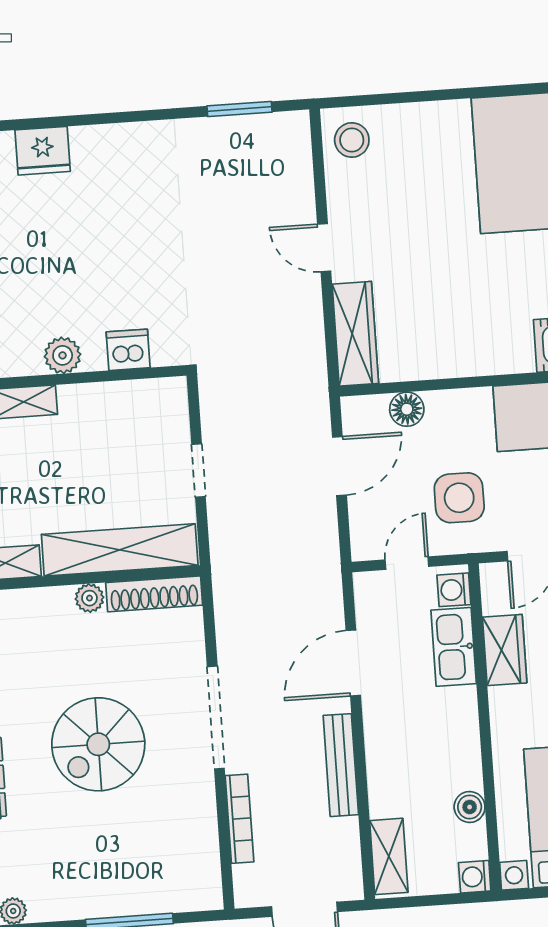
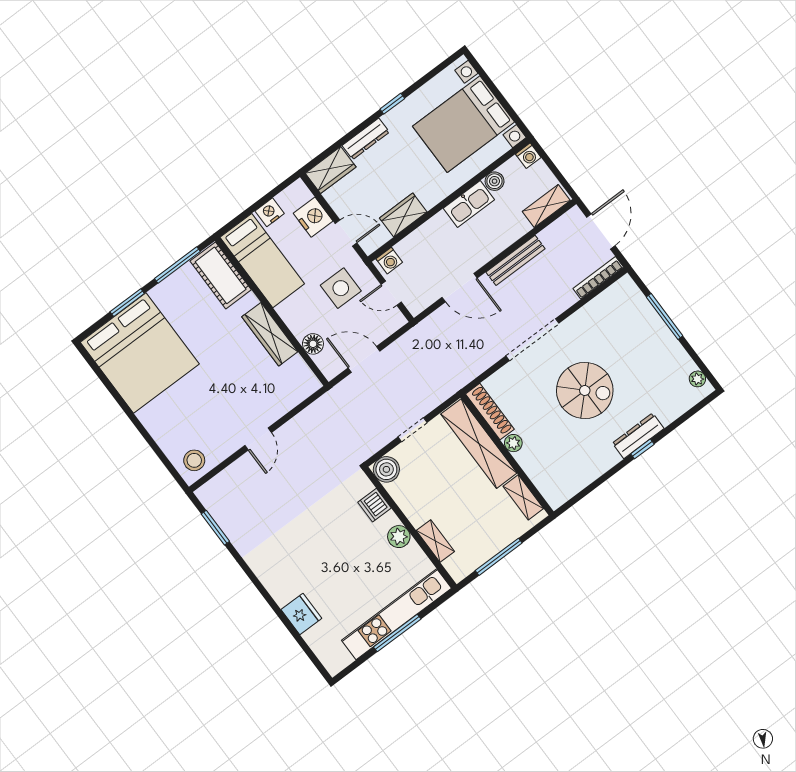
wardrobe: (355, 334) -> (270, 334), moved, turned -90
boiler: (167, 398) -> (386, 469), added
kitchen sink: (454, 647) -> (469, 204), moved
bookcase: (240, 819) -> (598, 278), moved

